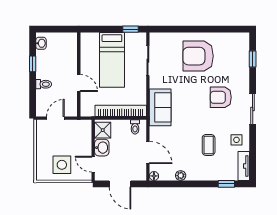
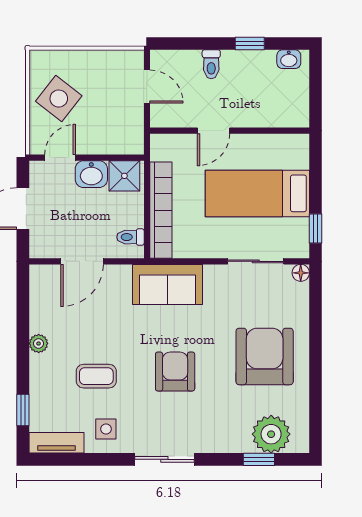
plant: (239, 53) -> (271, 434), added
armchair: (221, 97) -> (175, 372), moved
side table: (62, 165) -> (59, 99), turned 38
floor lamp: (154, 176) -> (301, 273), moved
plant: (181, 176) -> (39, 344), moved

